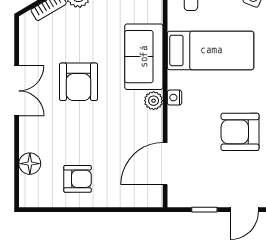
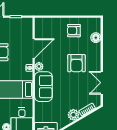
armchair: (78, 82) -> (76, 63), moved, turned 180
double door: (17, 91) -> (102, 83), moved
door: (165, 164) -> (34, 48), moved

